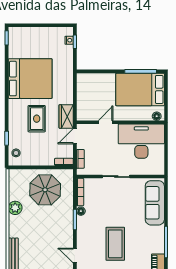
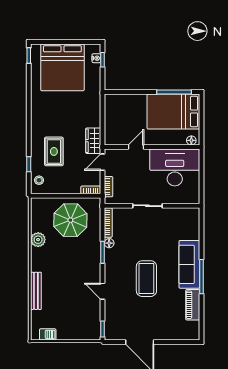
bed: (30, 79) -> (62, 67), moved, turned 90
rug: (37, 119) -> (54, 151), moved
sofa: (155, 203) -> (189, 264), moved

